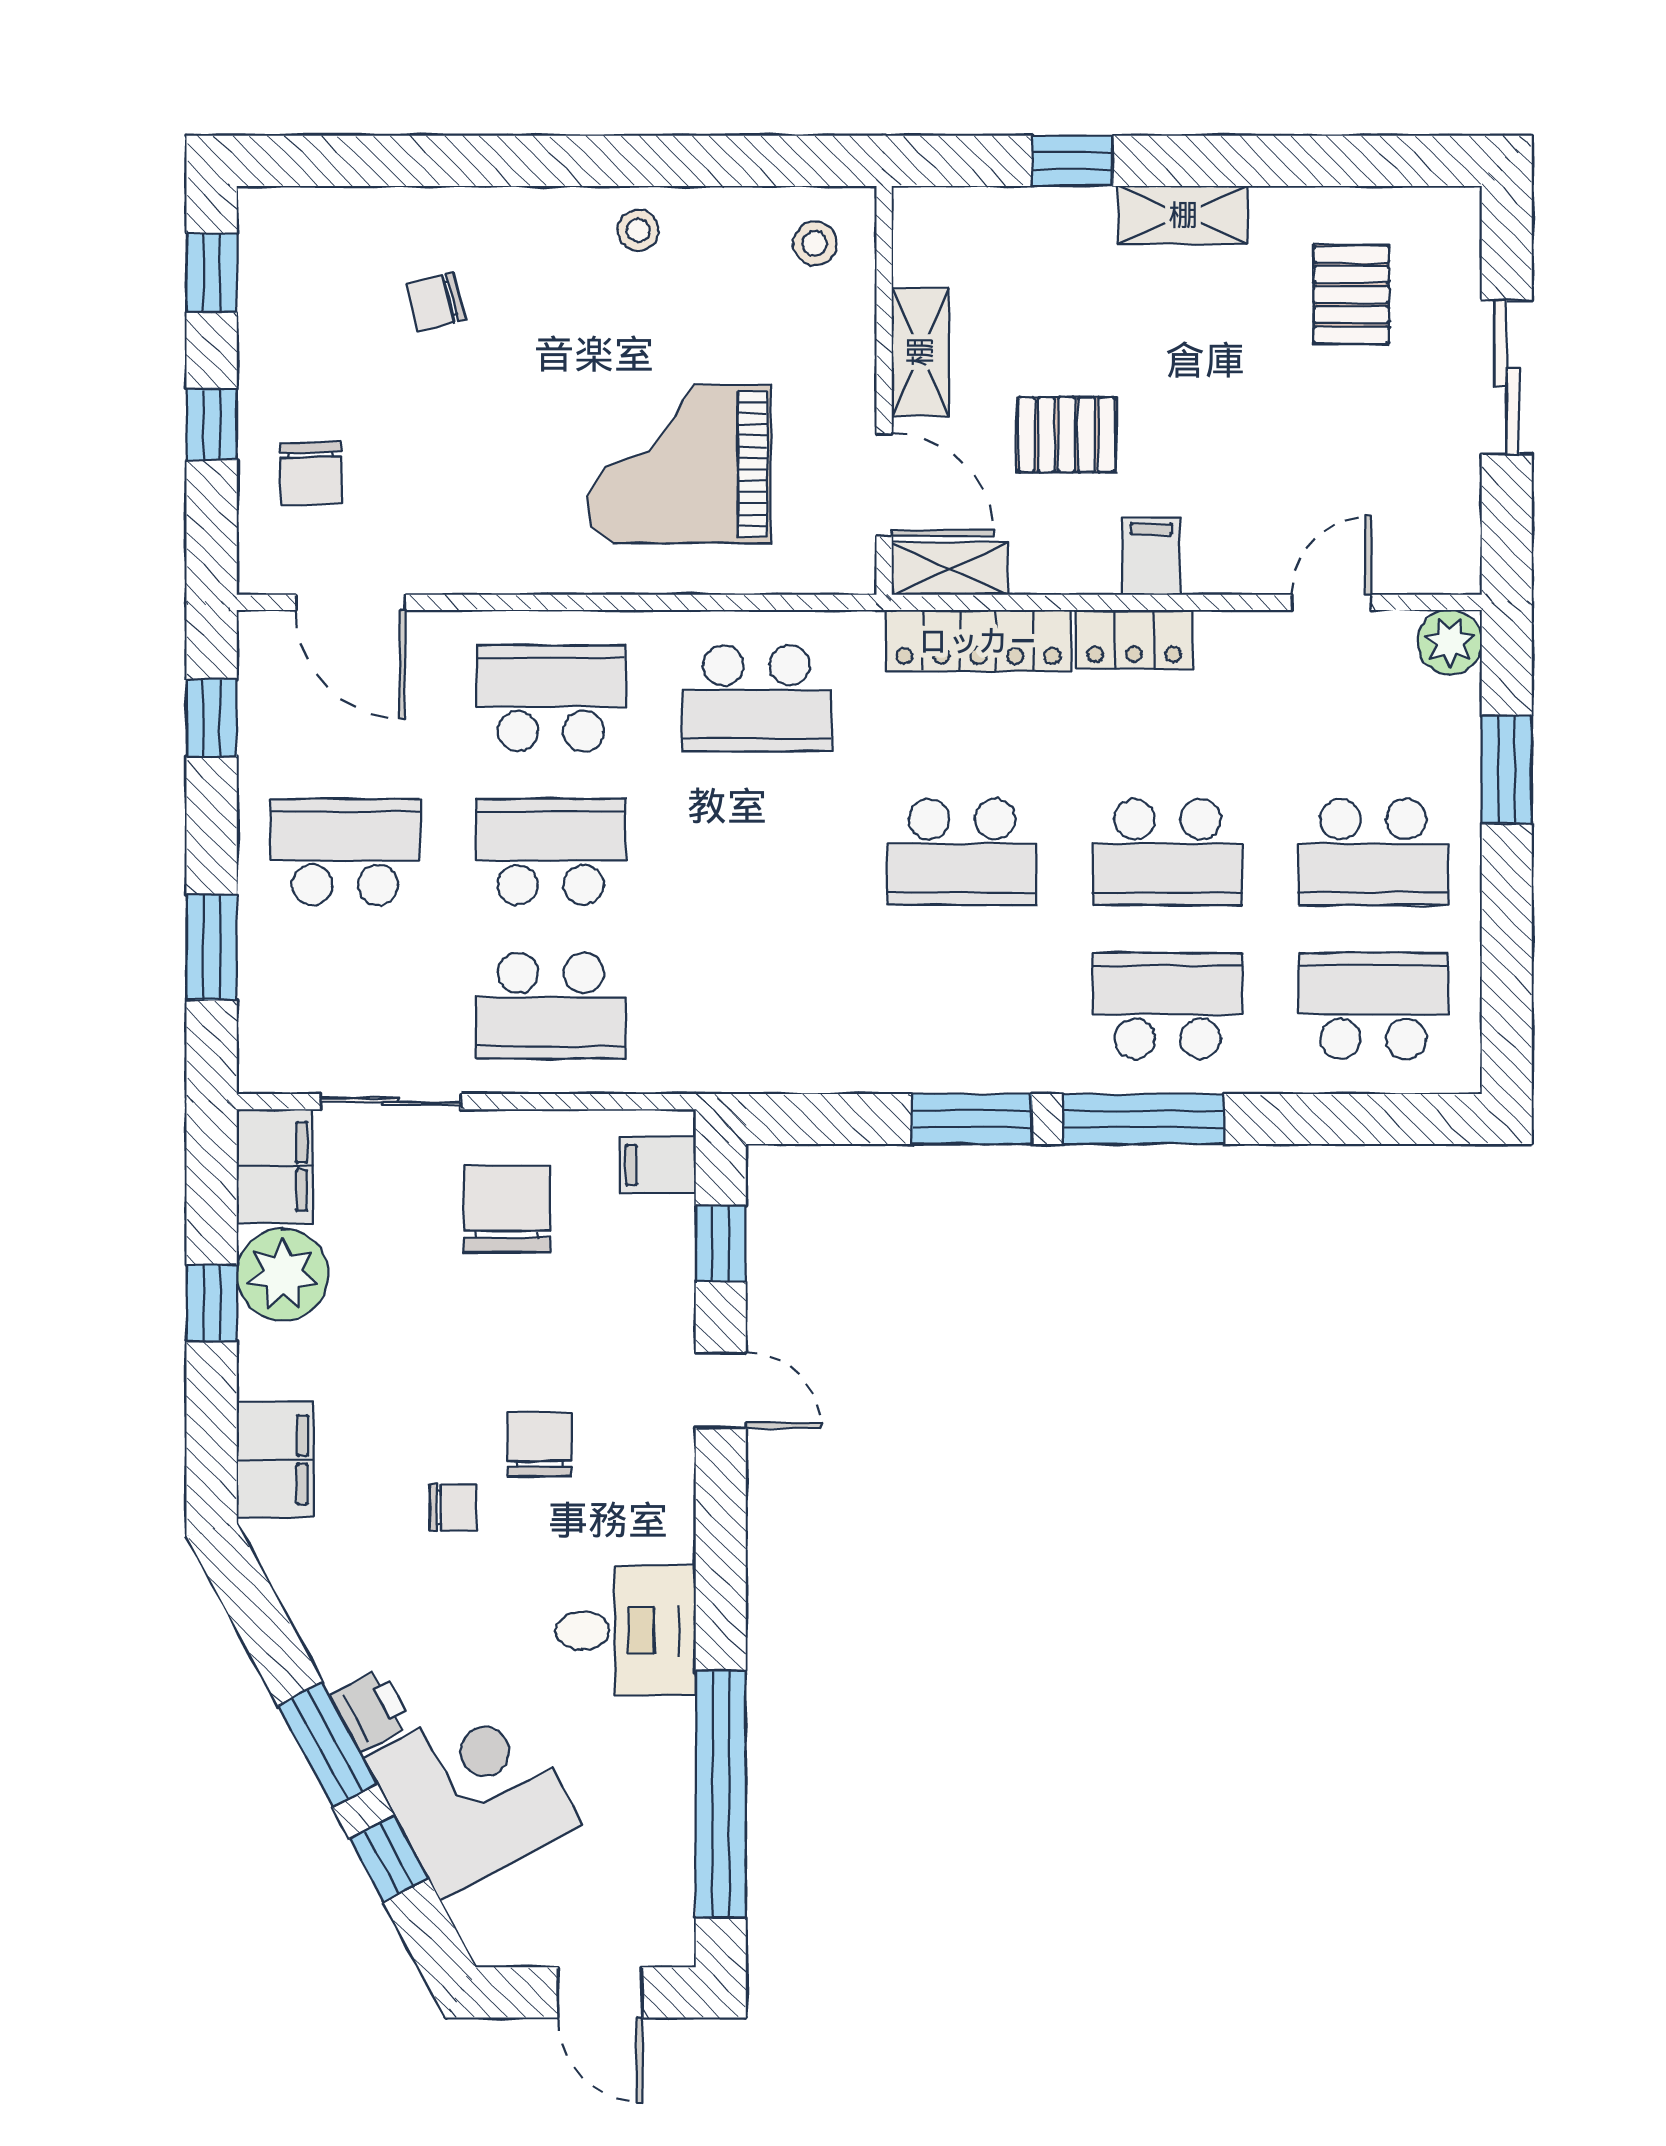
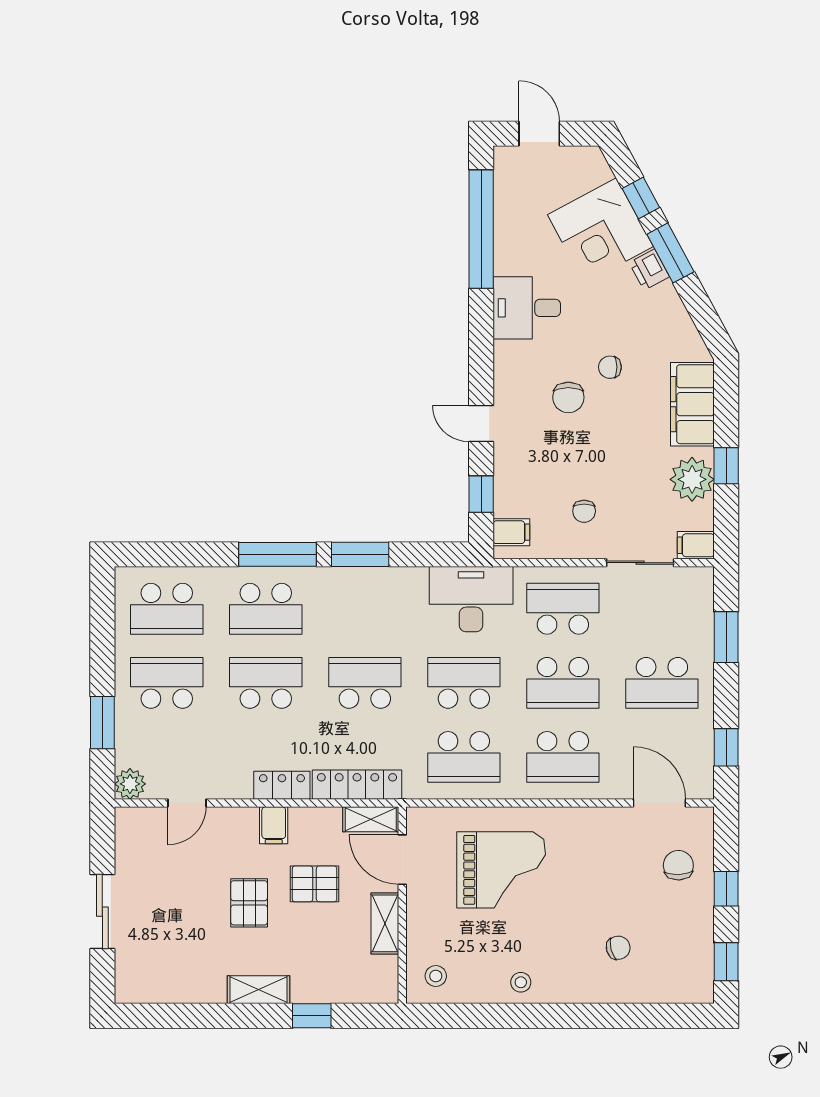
pallet: (1351, 295) -> (249, 903), moved
school desk: (756, 698) -> (464, 757), turned 180
school desk: (756, 852) -> (464, 683), added
desk: (742, 1026) -> (471, 599), added
filing cabinet: (275, 1166) -> (696, 545), width x0.50
chair: (507, 1208) -> (584, 511), width x0.54, depth x0.54
filing cabinet: (275, 1460) -> (692, 404), width x1.50, depth x1.17

